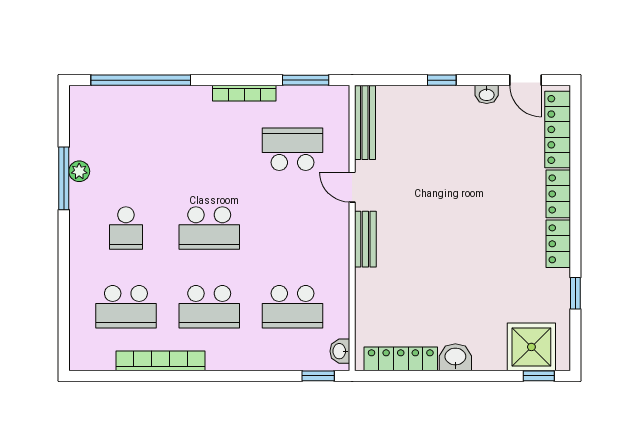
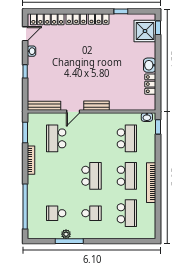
school desk: (126, 149) -> (56, 213), added
locker: (401, 359) -> (150, 84), width x0.66
bookcase: (160, 361) -> (151, 183), moved

